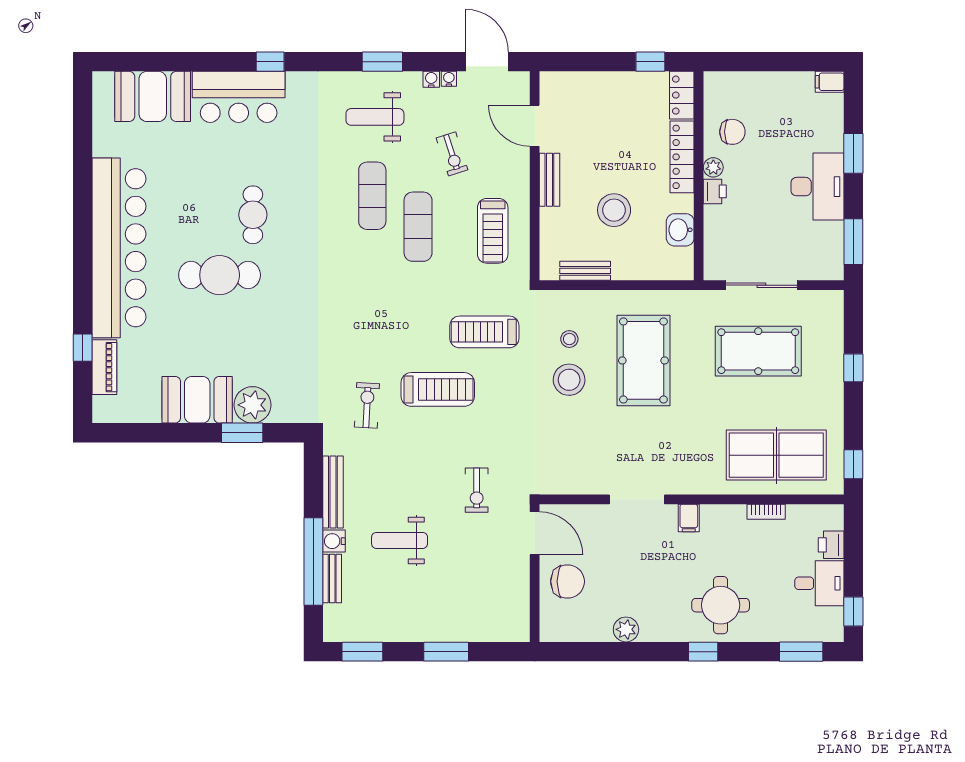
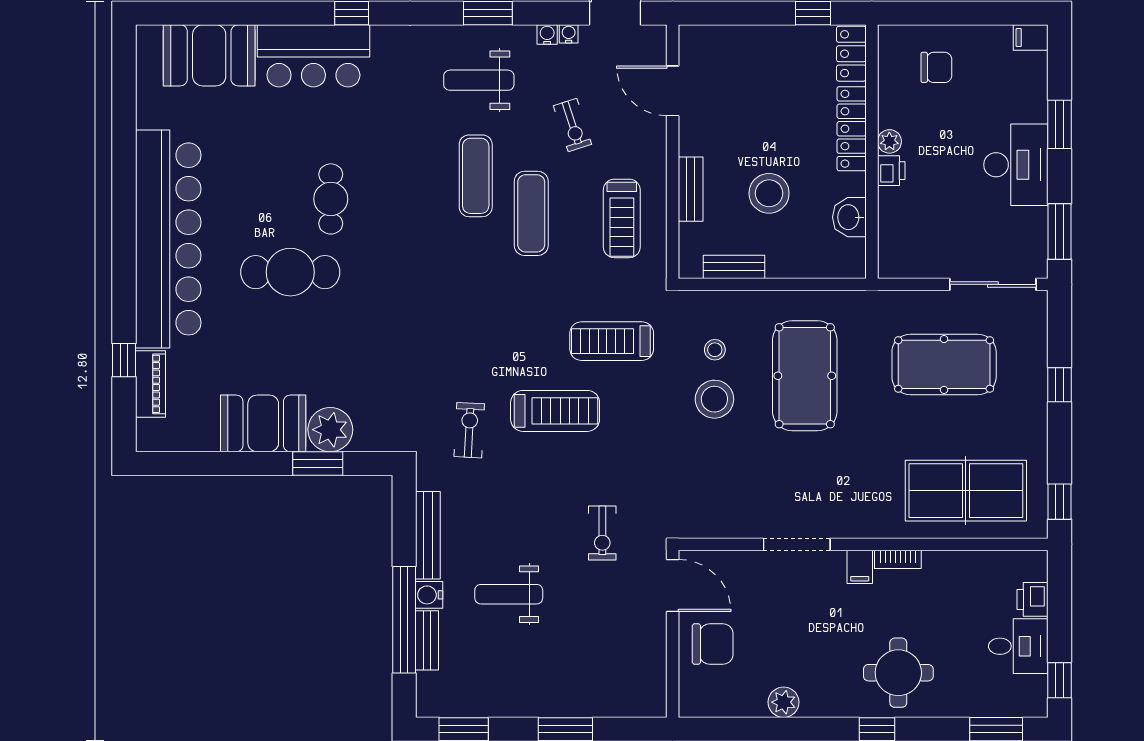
chair: (732, 132) -> (936, 67), moved
bench: (549, 180) -> (691, 189), moved
sliding door: (761, 285) -> (993, 284), moved
bookcase: (766, 512) -> (898, 559), moved

